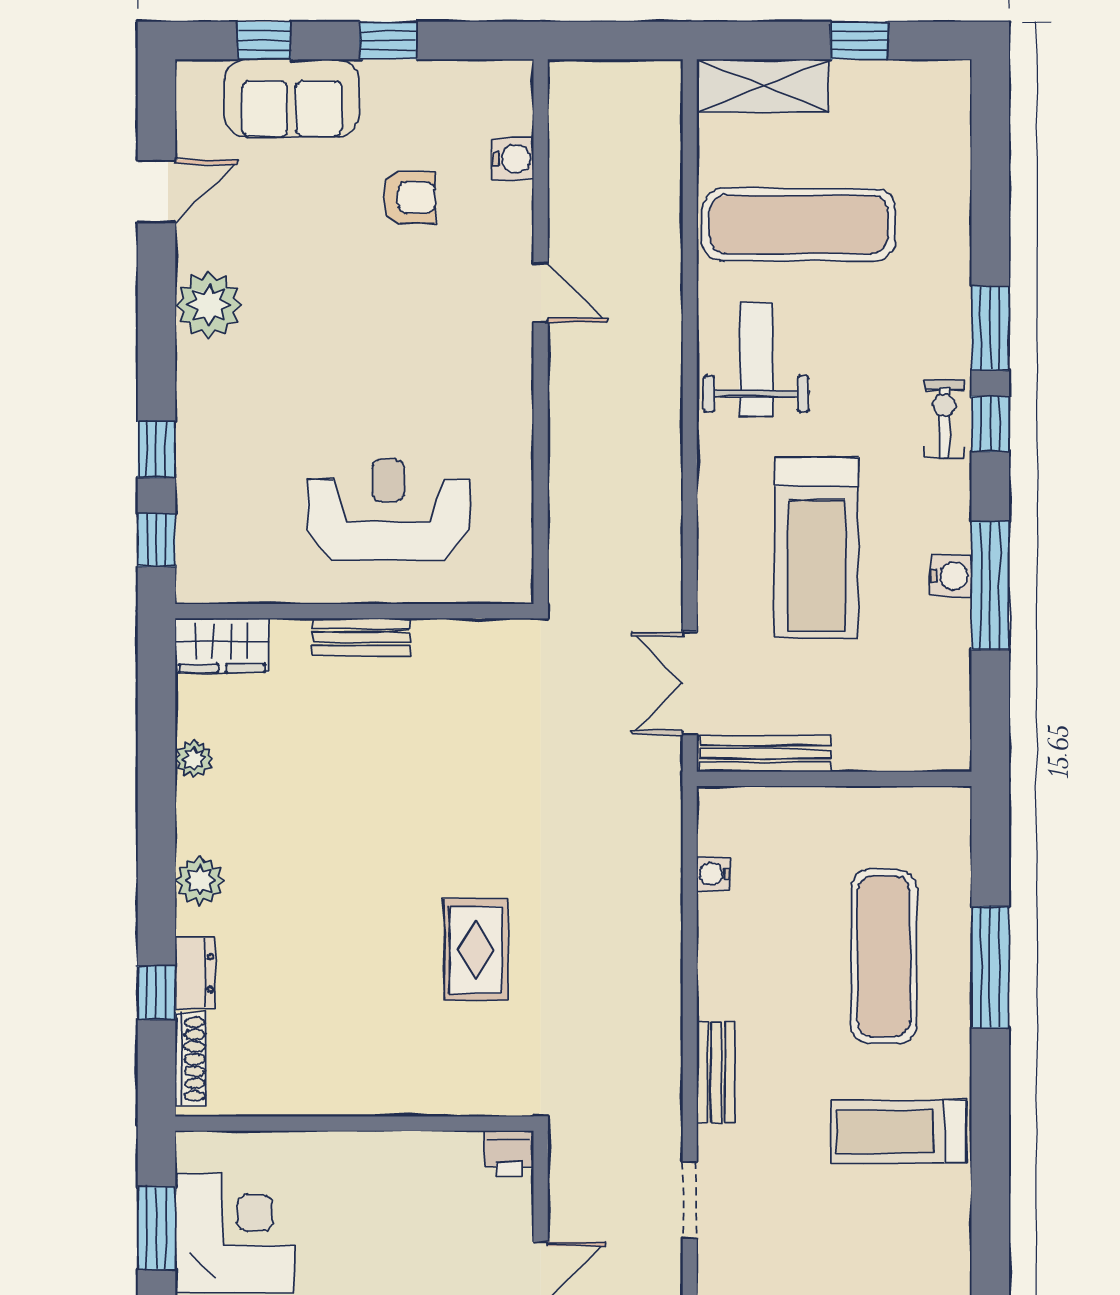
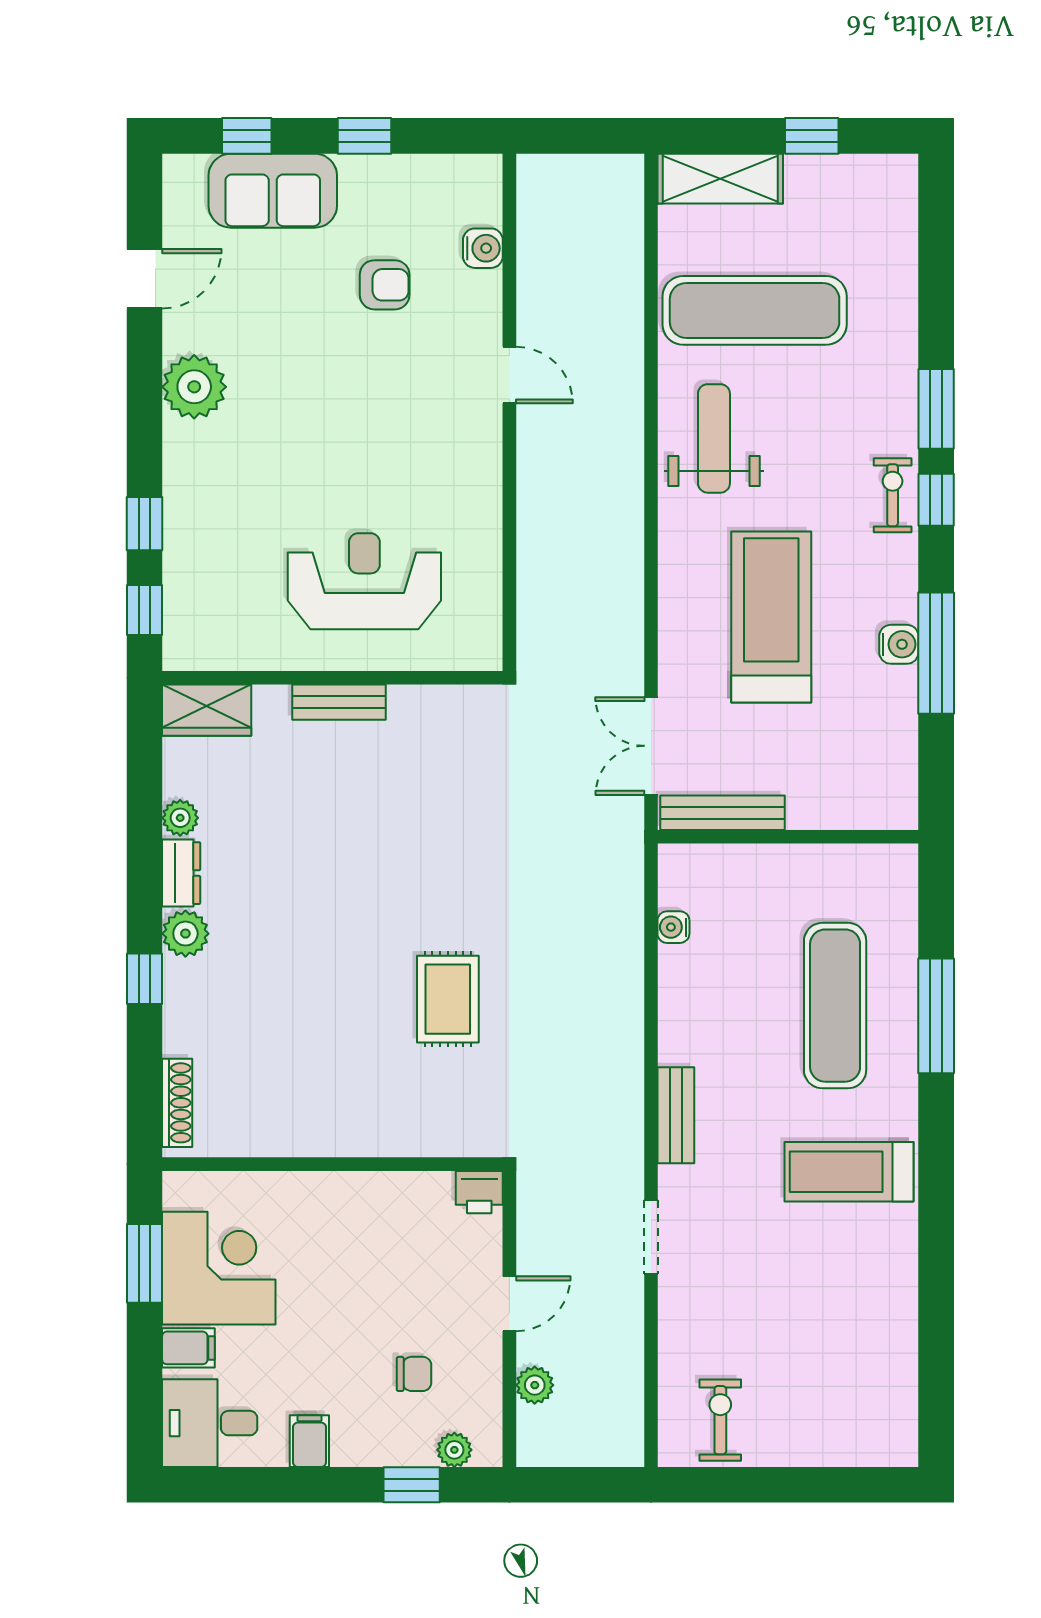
treadmill: (817, 547) -> (771, 617), turned 180
dresser: (195, 973) -> (181, 873), moved
window: (156, 993) -> (144, 979), moved

